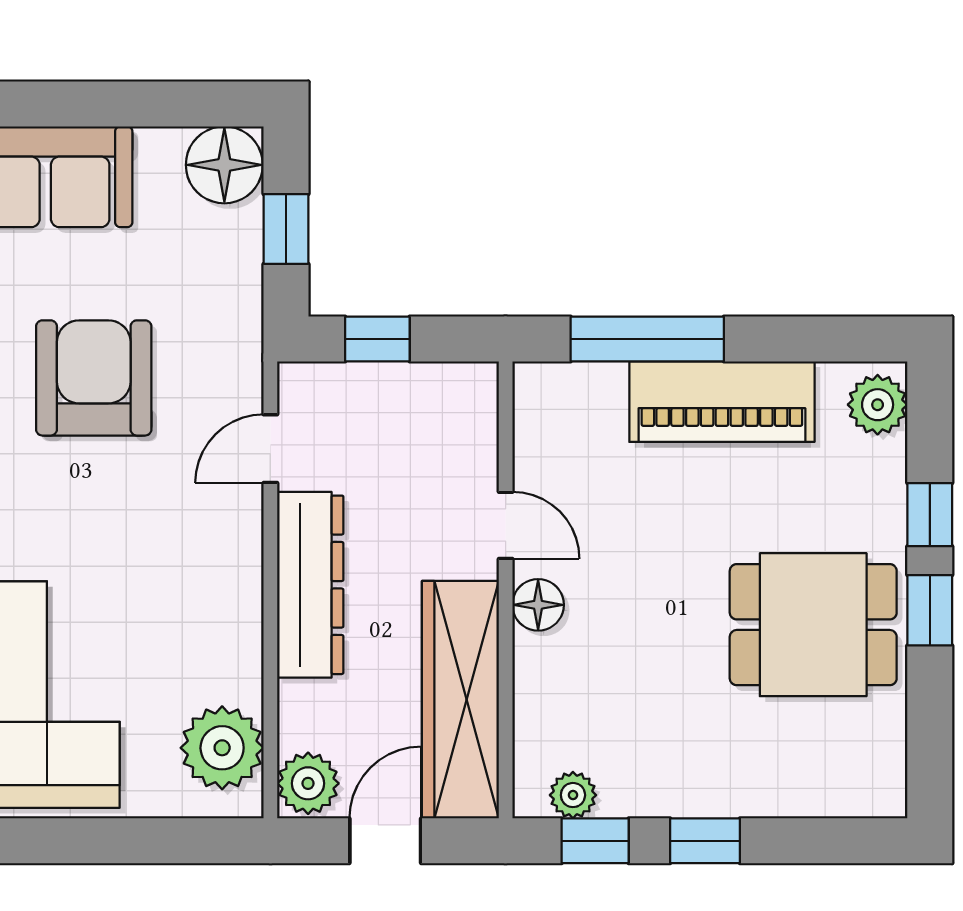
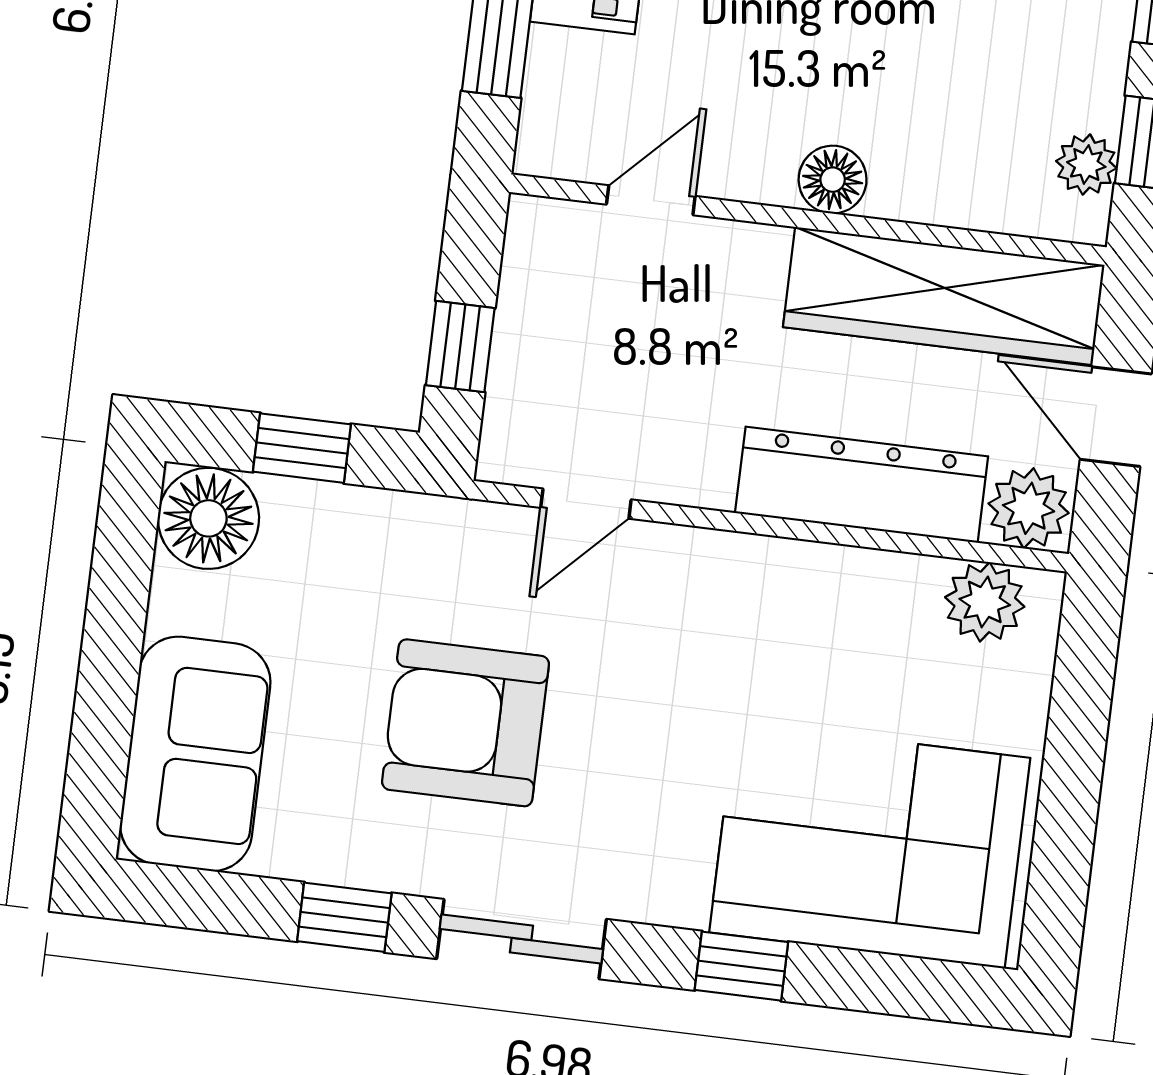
door: (270, 449) -> (586, 504), hinge flipped
door: (506, 525) -> (651, 200), moved
dresser: (310, 585) -> (862, 485), moved
plant: (222, 748) -> (985, 602), width x0.73, depth x0.73

